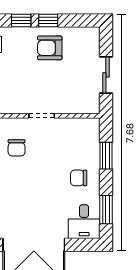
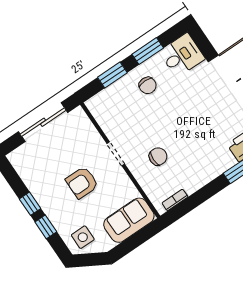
armchair: (50, 48) -> (82, 183), moved, turned 90
sliding door: (106, 75) -> (43, 122), width x1.37
window: (106, 210) -> (148, 51), moved

